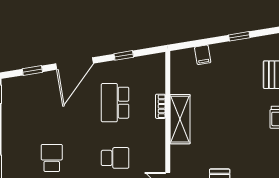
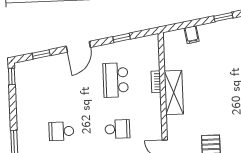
door: (75, 64) -> (78, 47), width x0.73
school desk: (52, 158) -> (61, 131), turned -90

